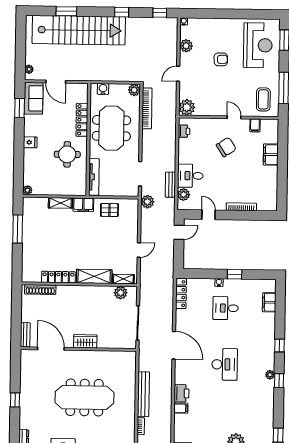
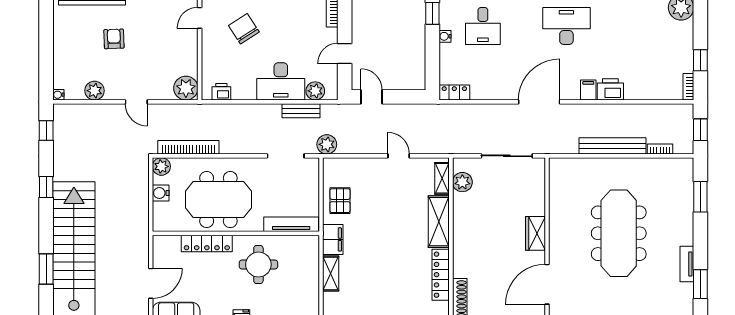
water cooler: (103, 89) -> (161, 193), moved
desk: (190, 176) -> (281, 81), width x1.37
locker: (181, 294) -> (454, 92), width x0.66
filing cabinet: (181, 408) -> (588, 90), moved

